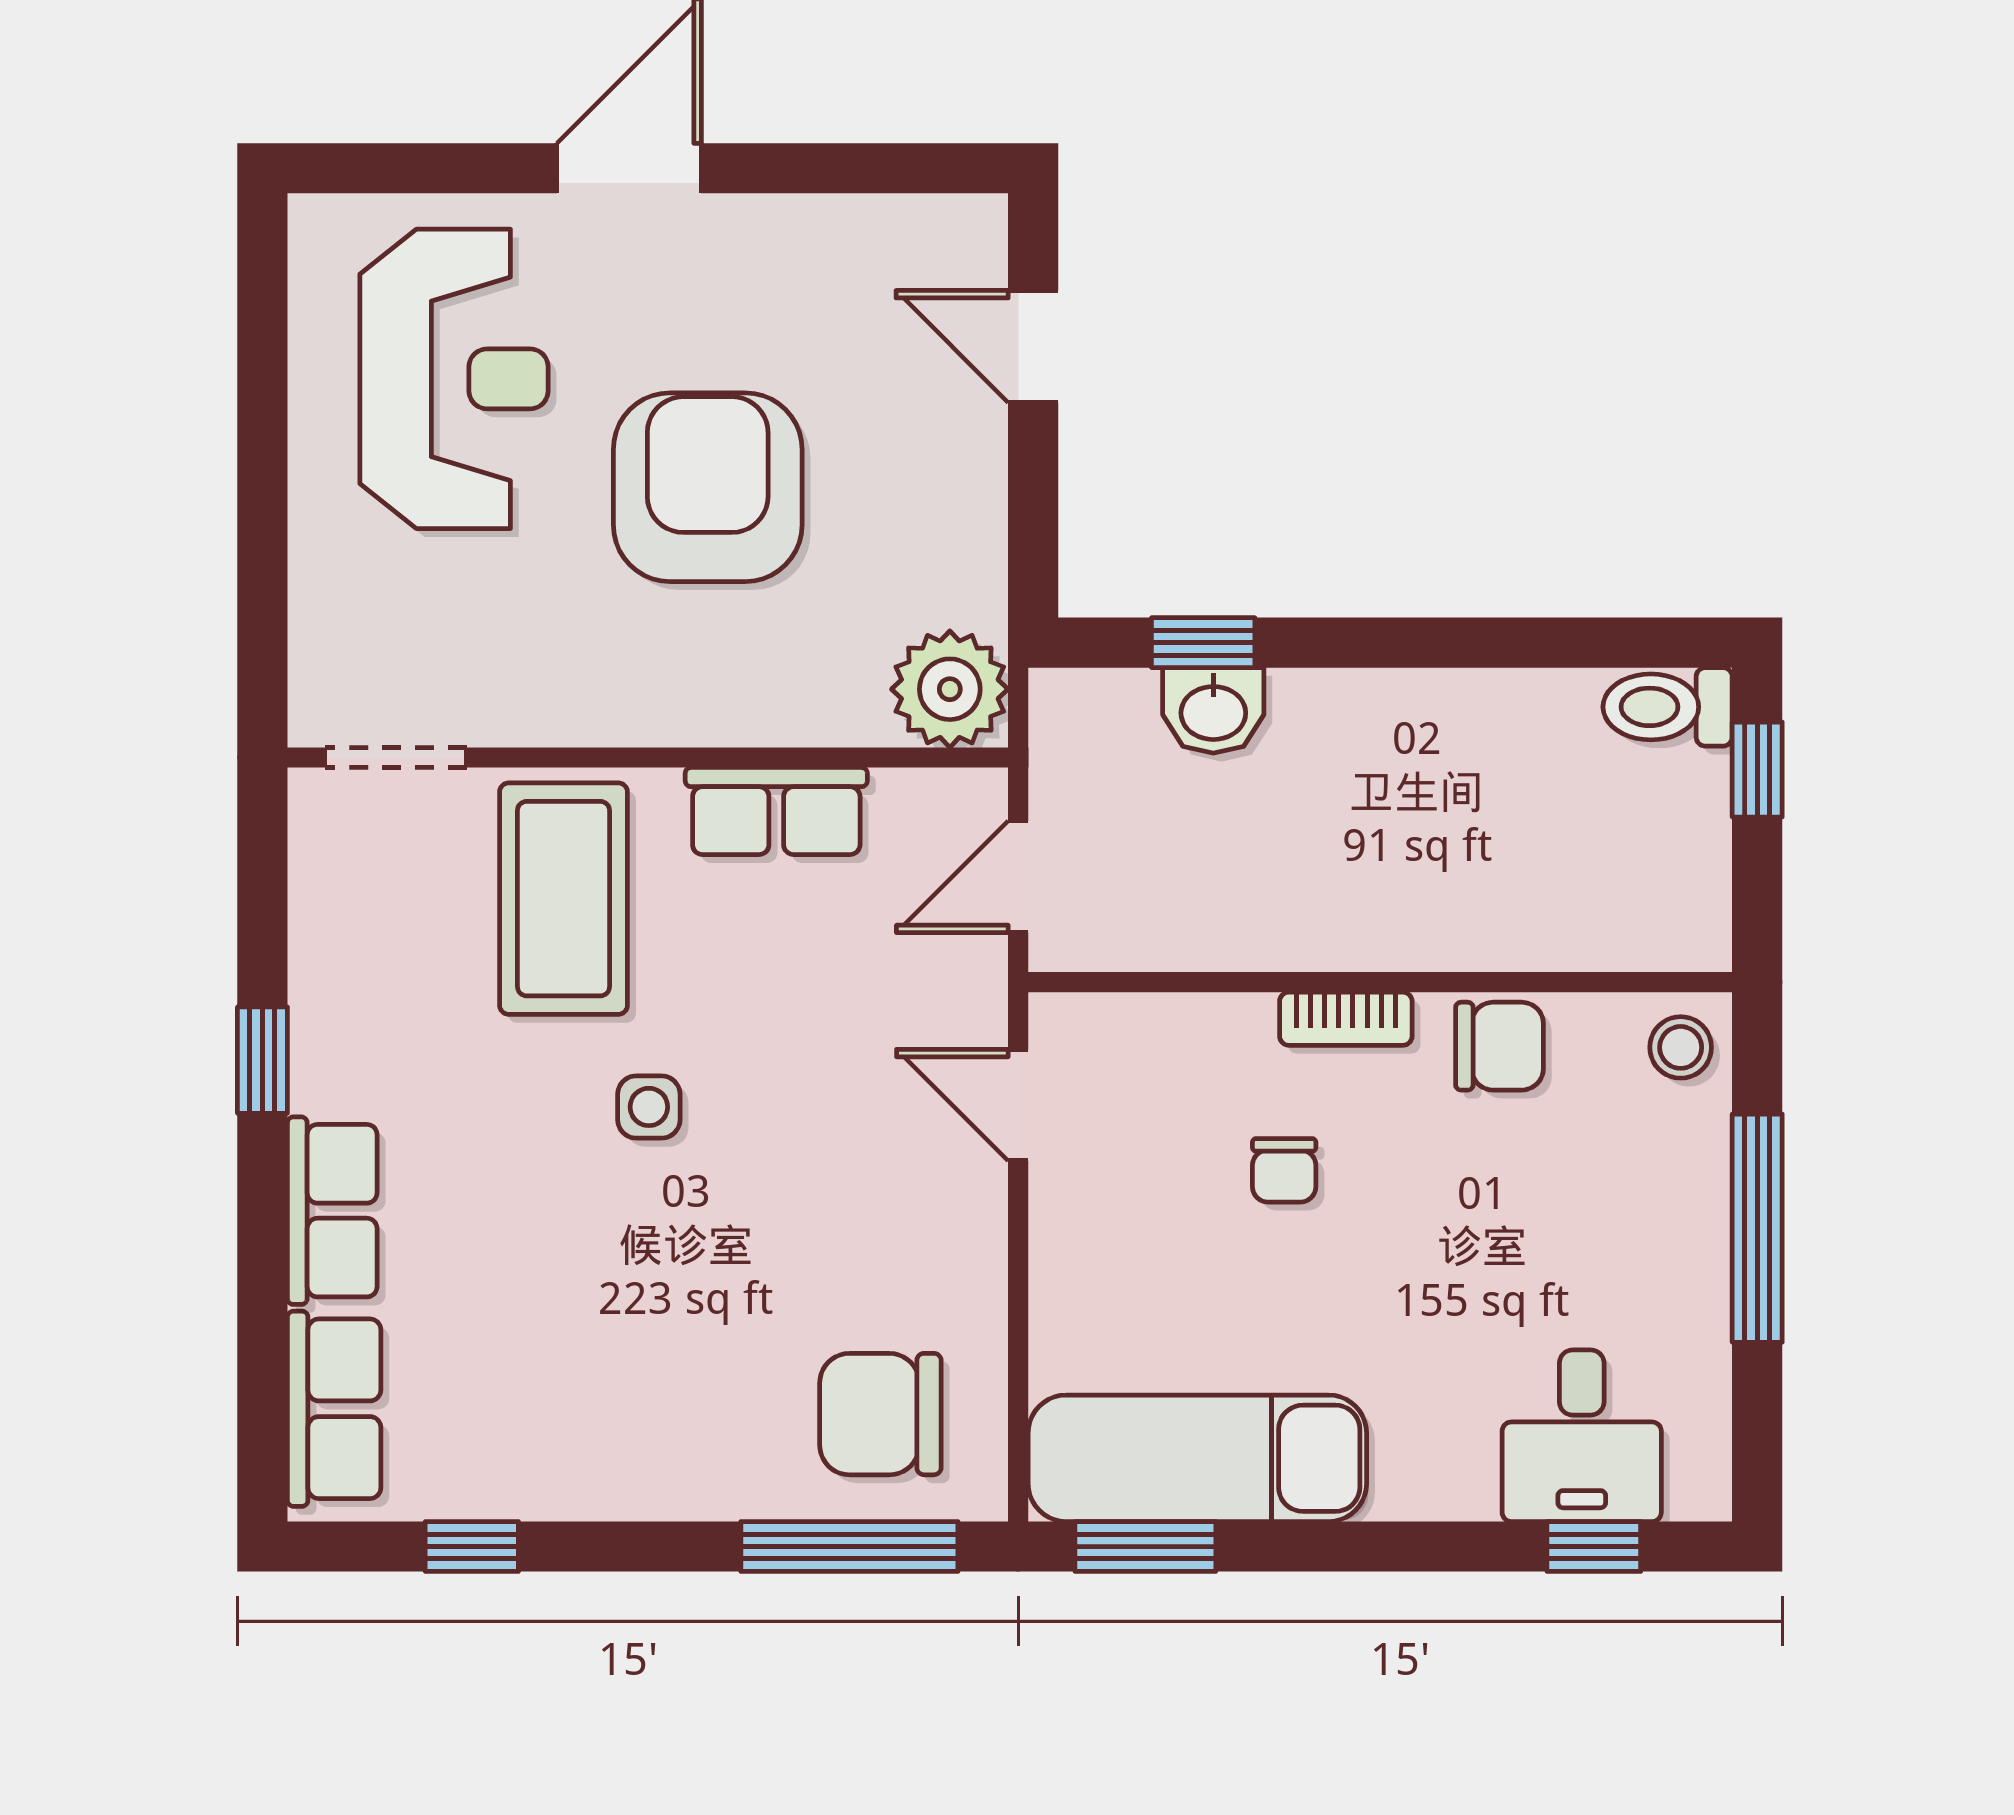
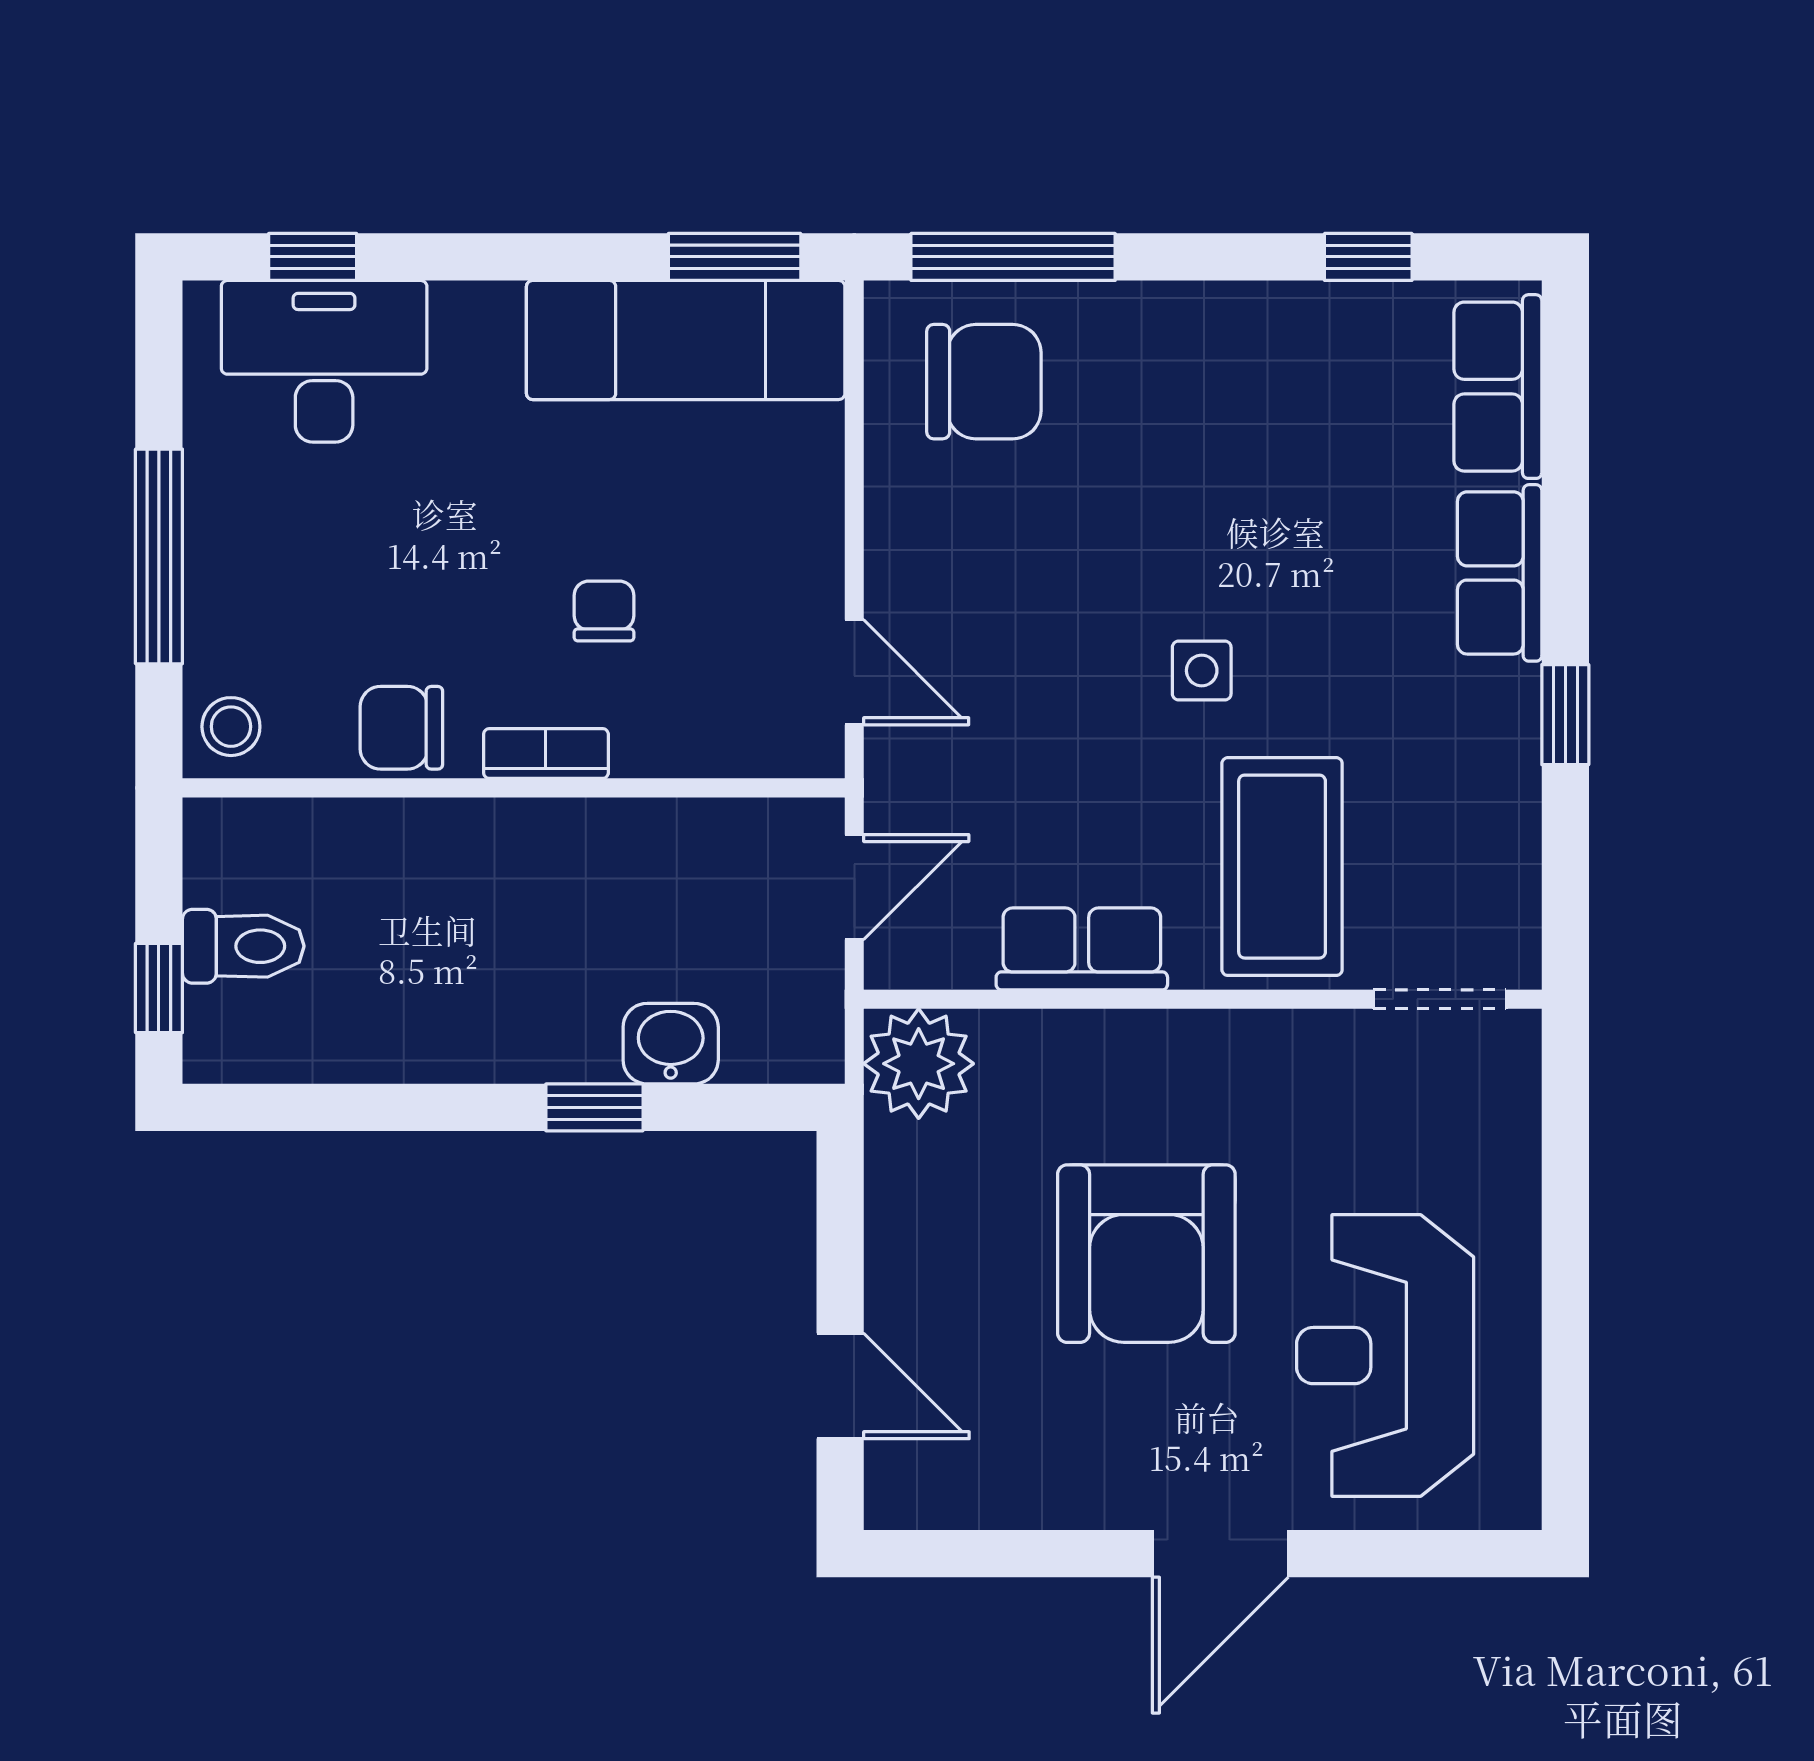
window: (1203, 643) -> (594, 1107), moved
toilet: (1668, 707) -> (243, 946), moved
desk: (1582, 1436) -> (324, 361), width x1.37

